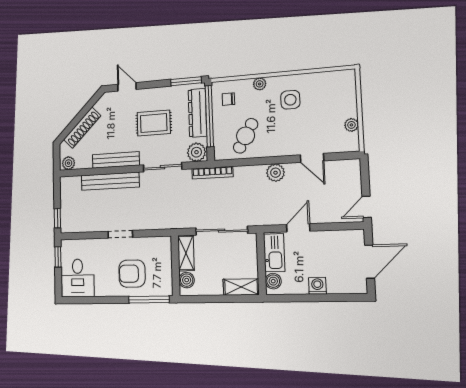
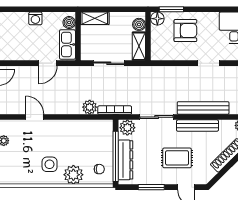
window: (186, 81) -> (151, 187), moved
plant: (260, 84) -> (73, 175), width x1.88, depth x1.88
rug: (154, 123) -> (177, 158), moved
cafe table: (246, 136) -> (86, 138), removed
plant: (275, 173) -> (90, 107), moved
sliding door: (222, 231) -> (109, 63), width x0.73
doorway: (120, 234) -> (208, 63), moved
floor lamp: (165, 288) -> (157, 19), added
window: (149, 300) -> (171, 9), width x0.69

